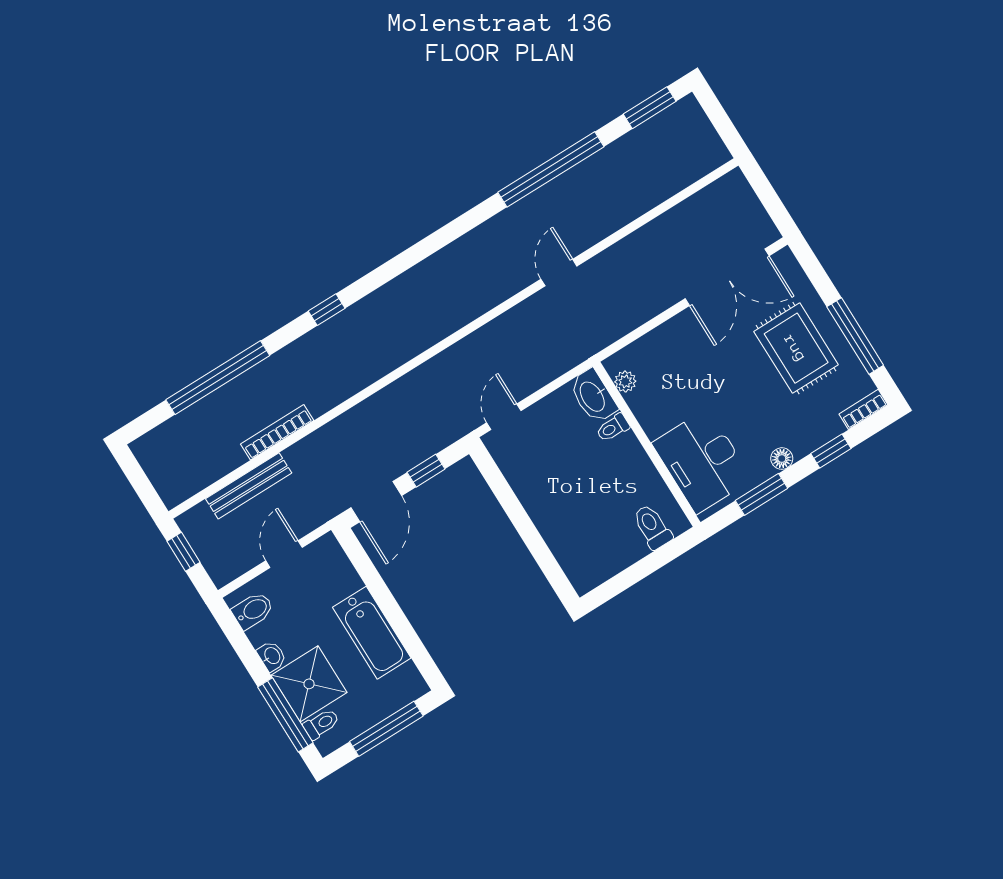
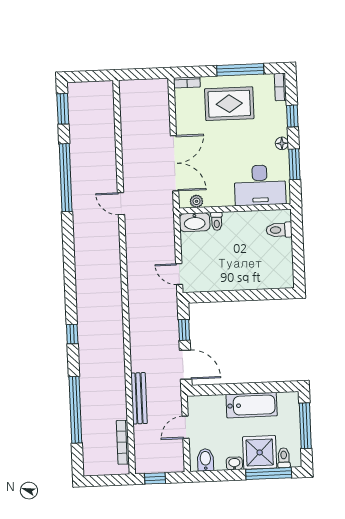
bookcase: (792, 268) -> (187, 82), added
double door: (727, 277) -> (175, 163), moved
bookcase: (277, 432) -> (123, 442), moved
bench: (249, 486) -> (139, 398), moved
door: (284, 554) -> (186, 427), hinge flipped

